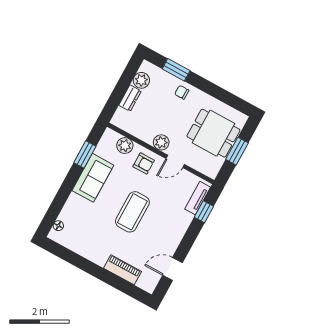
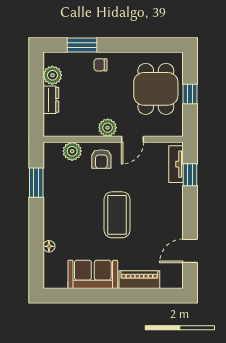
dining table: (213, 133) -> (156, 89), turned 90
window: (237, 151) -> (190, 94), width x0.67
armchair: (144, 163) -> (101, 159), turned 90
sofa: (93, 178) -> (93, 274), moved, turned -90
floor lamp: (58, 226) -> (49, 246), moved

